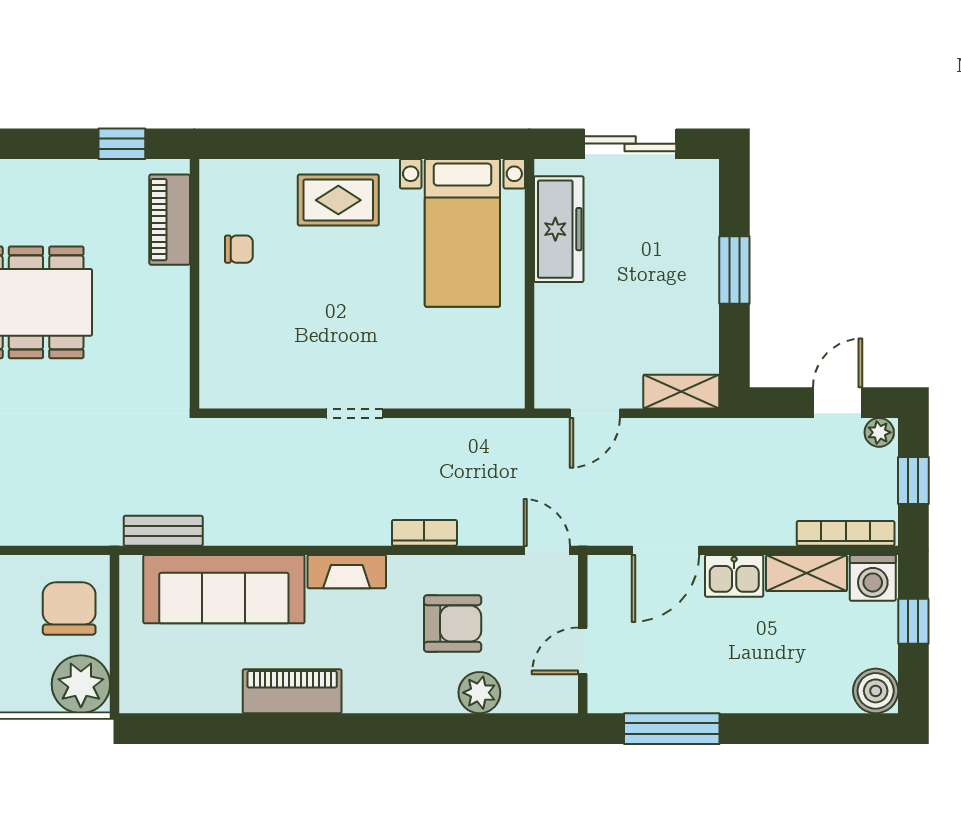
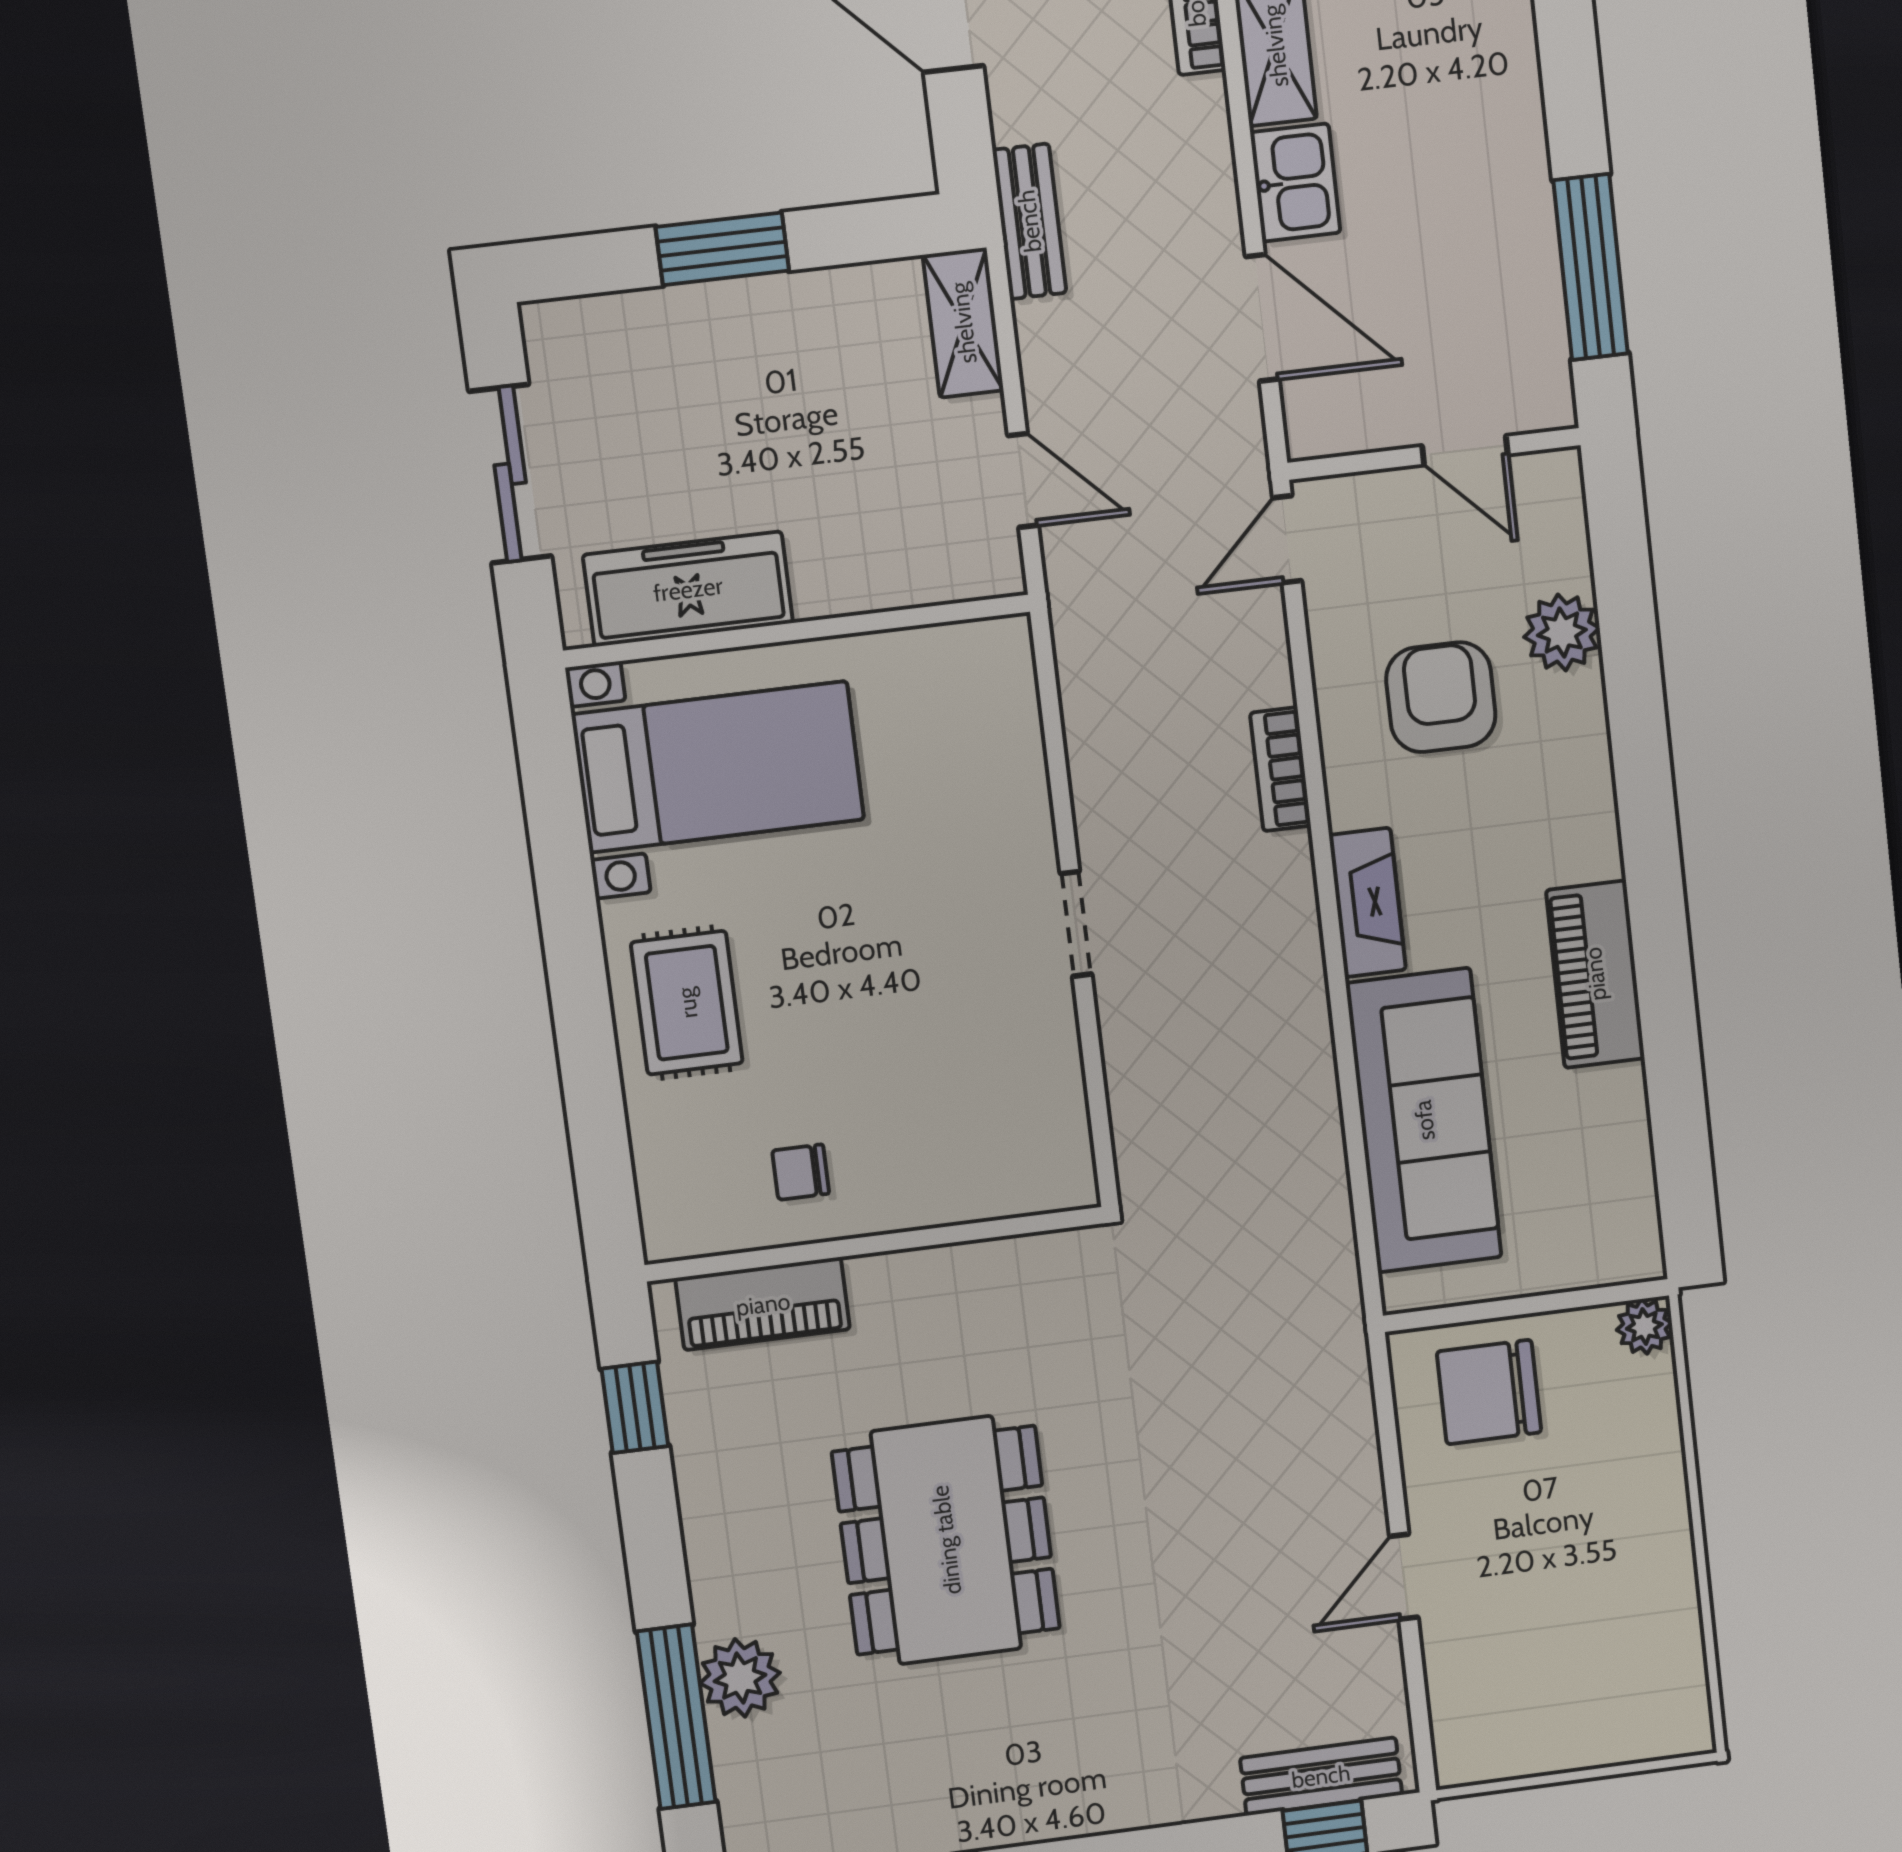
chair: (239, 249) -> (801, 1172), turned -90
bench: (163, 531) -> (1029, 221), moved
plant: (81, 684) -> (1644, 1326), width x0.53, depth x0.53

